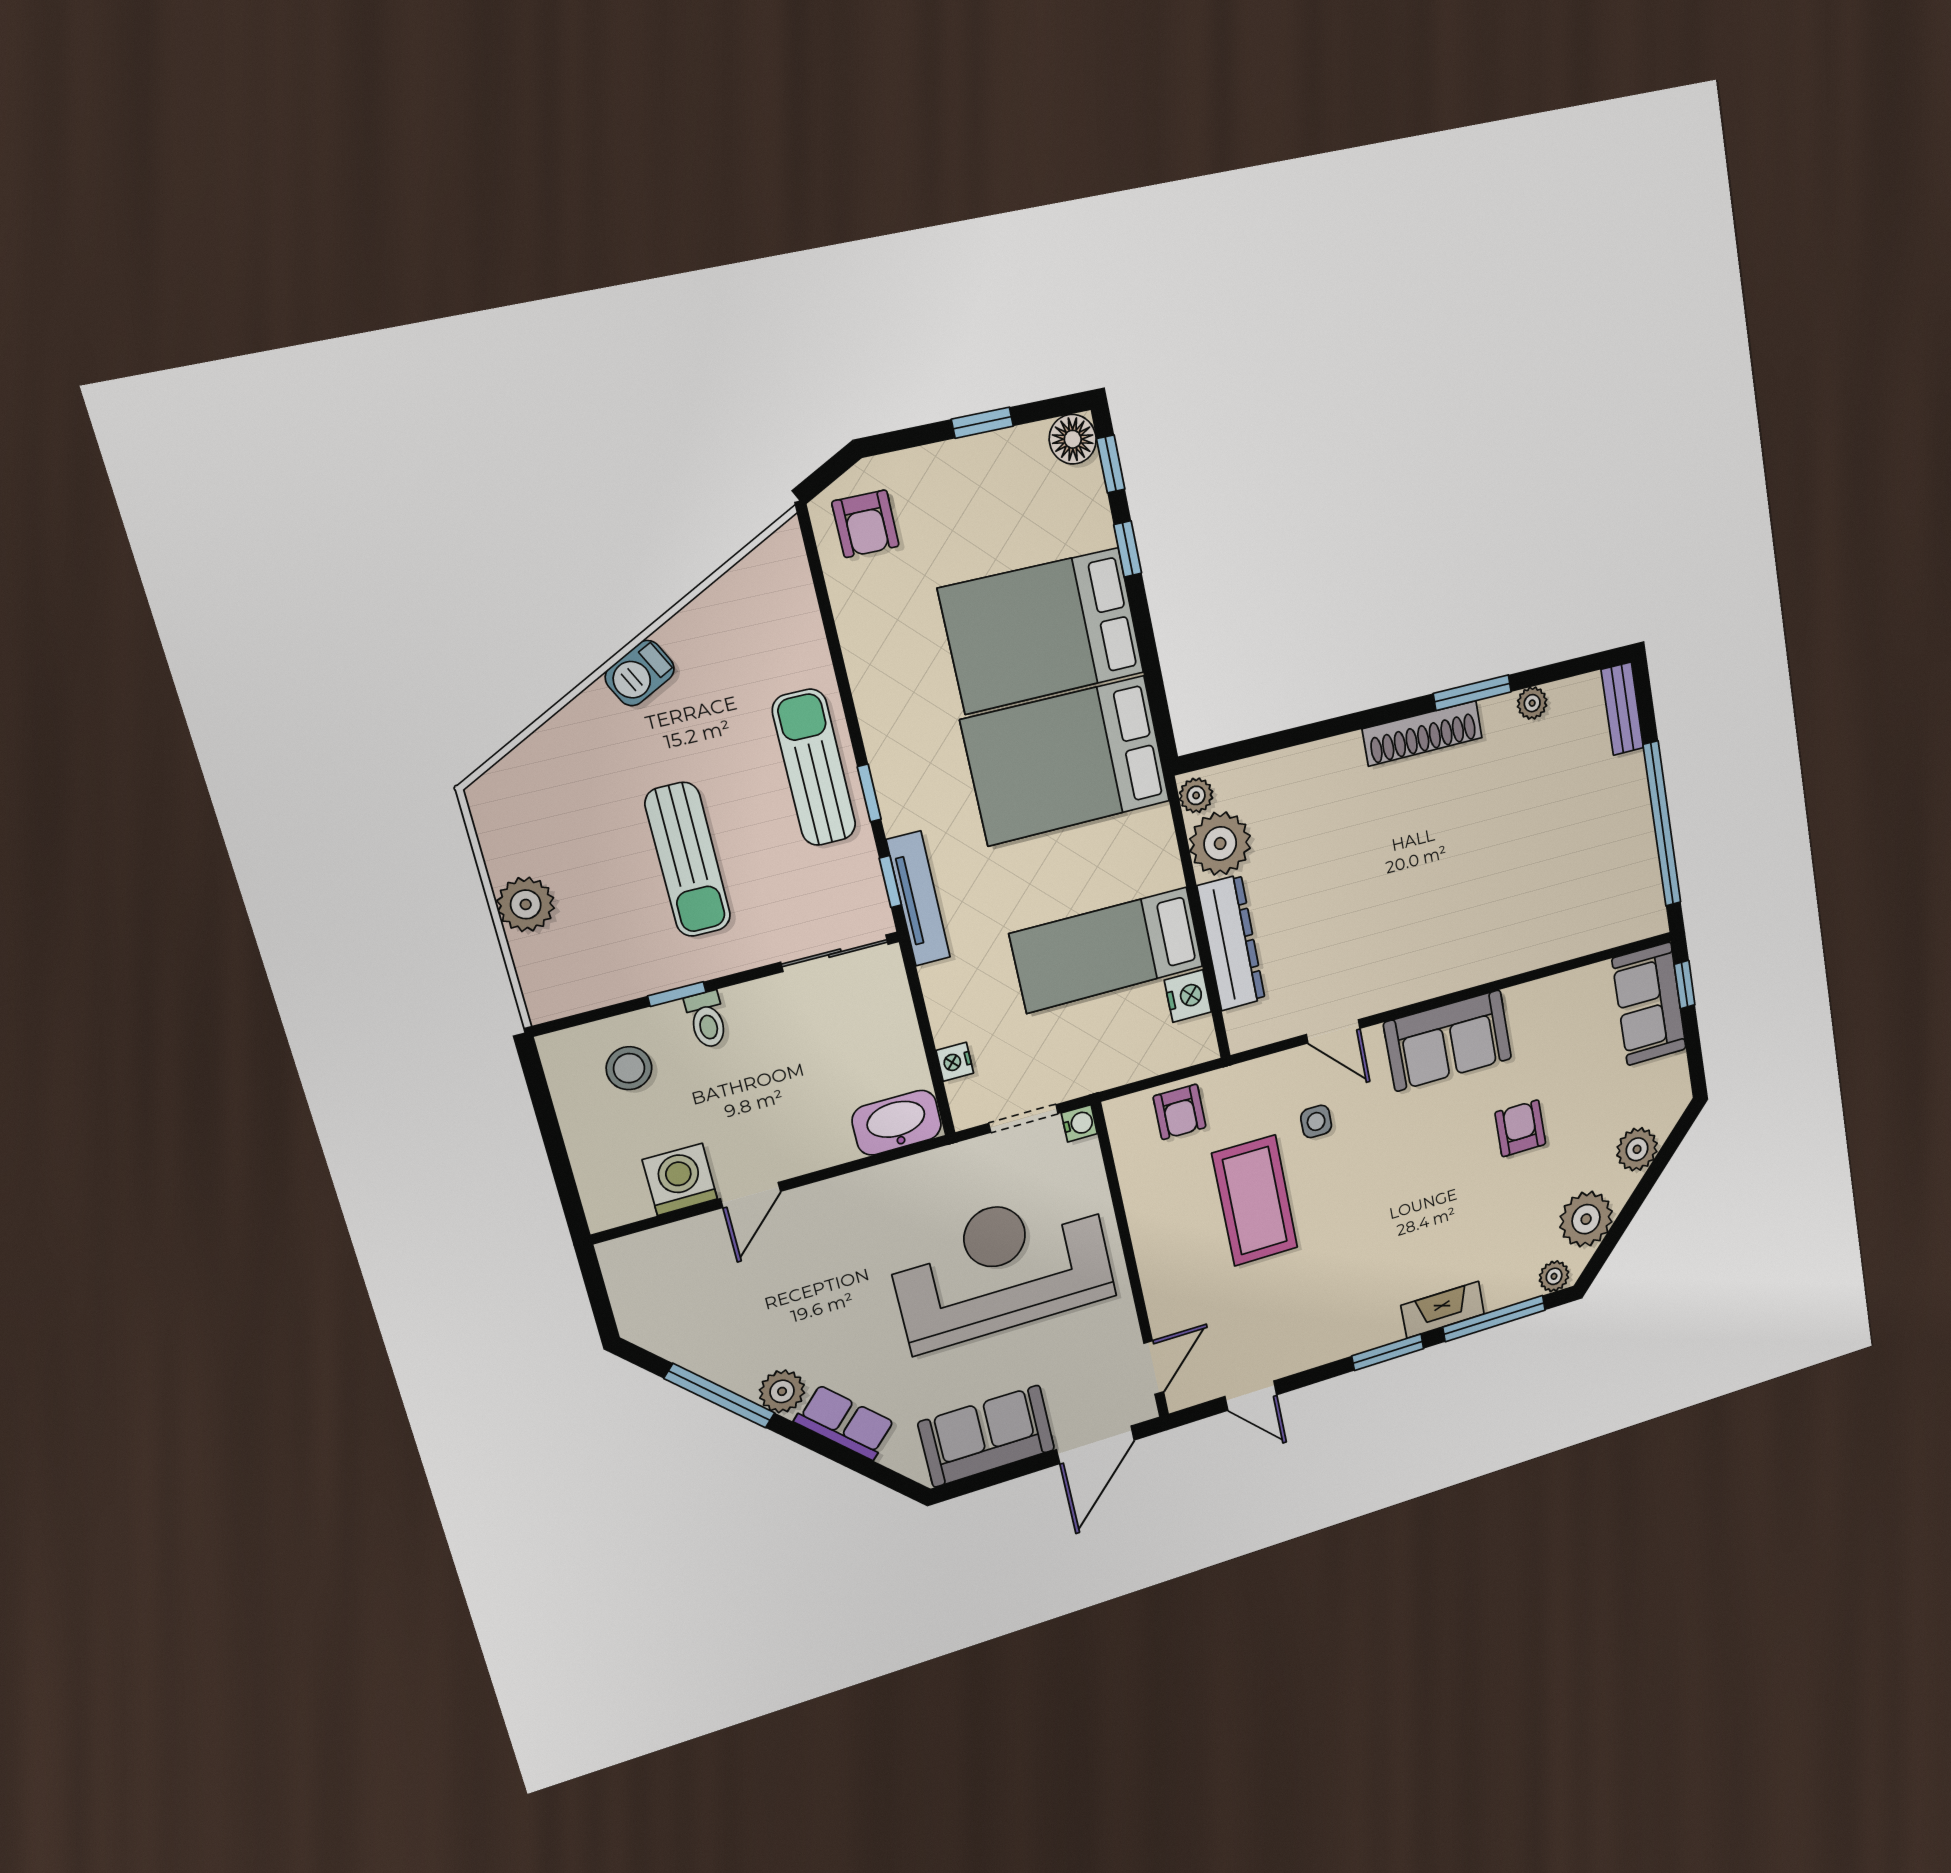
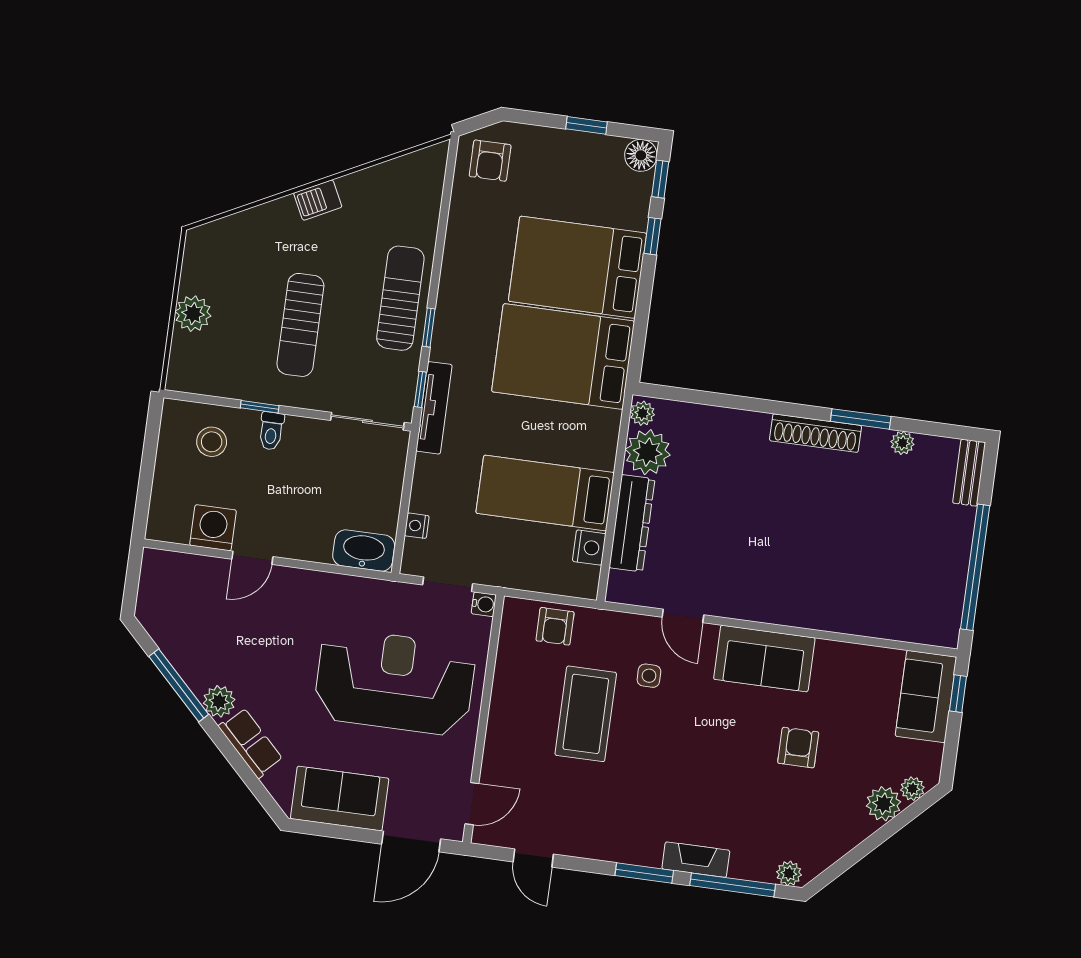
plant: (1586, 1219) -> (912, 789), moved, width x0.53, depth x0.53

